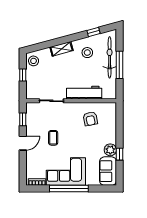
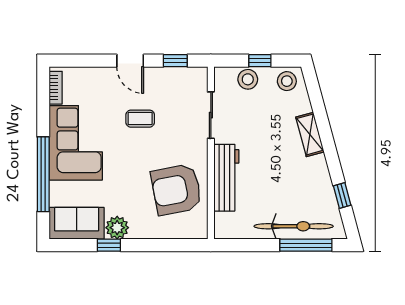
stool: (87, 53) -> (248, 79), moved
window: (119, 65) -> (306, 245), moved
armchair: (90, 119) -> (176, 189), width x1.88, depth x1.88
window: (69, 189) -> (43, 174), moved

